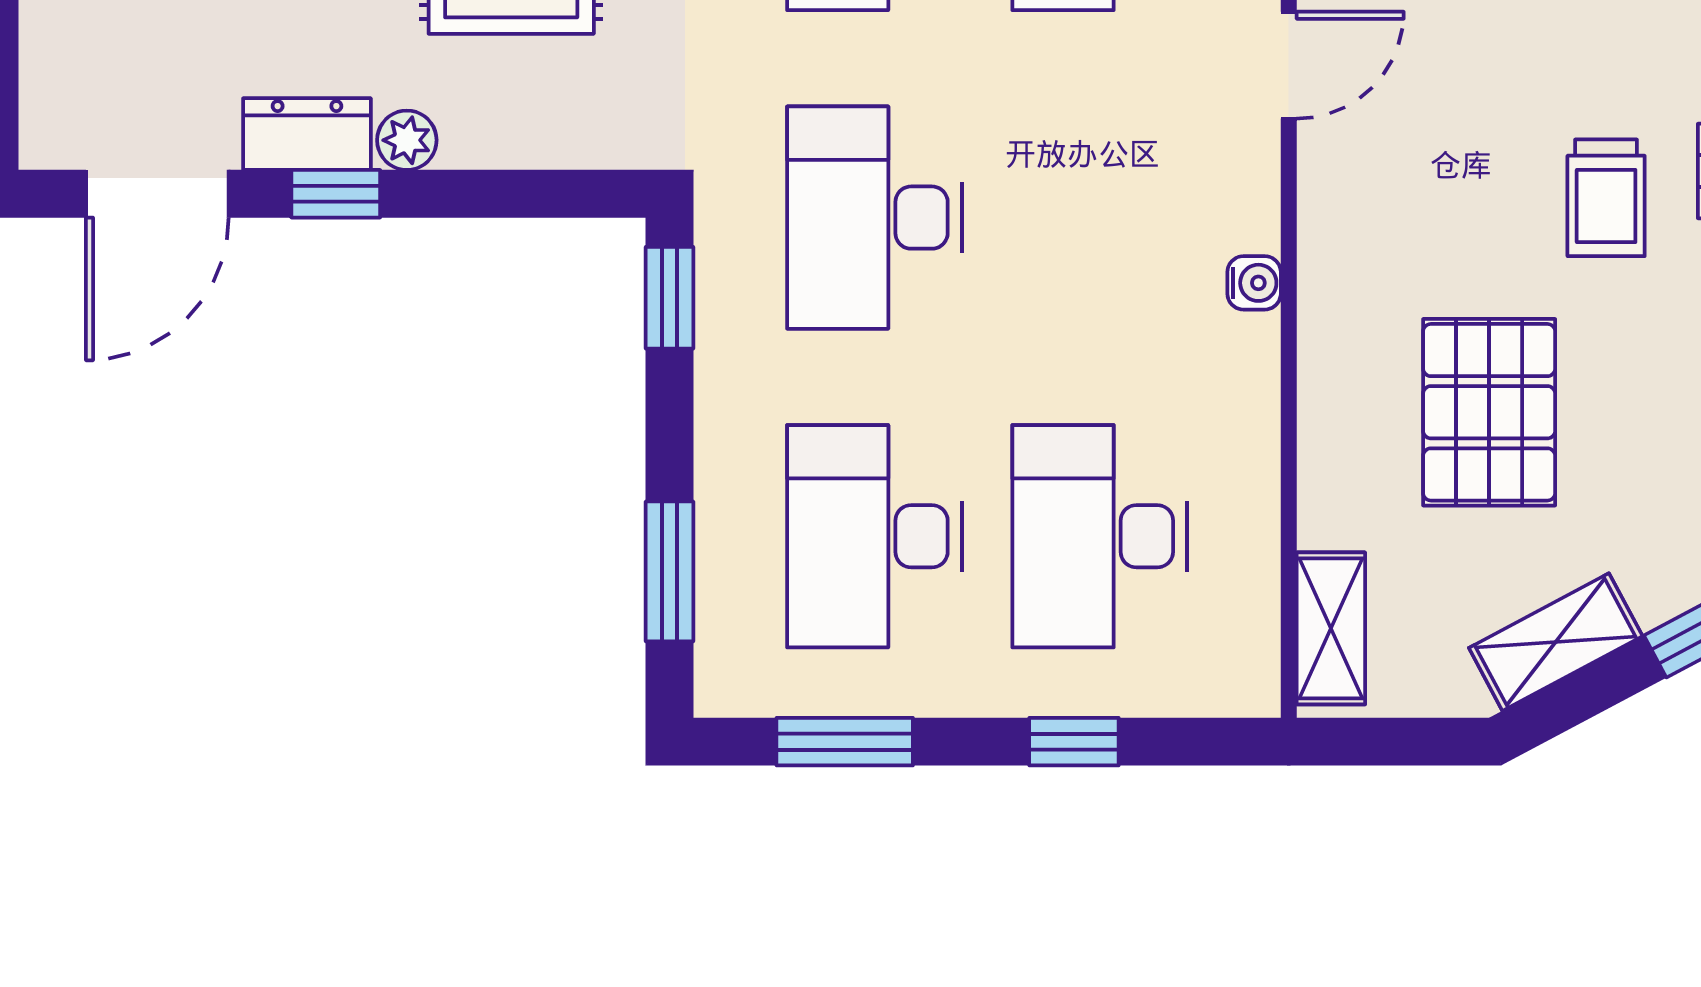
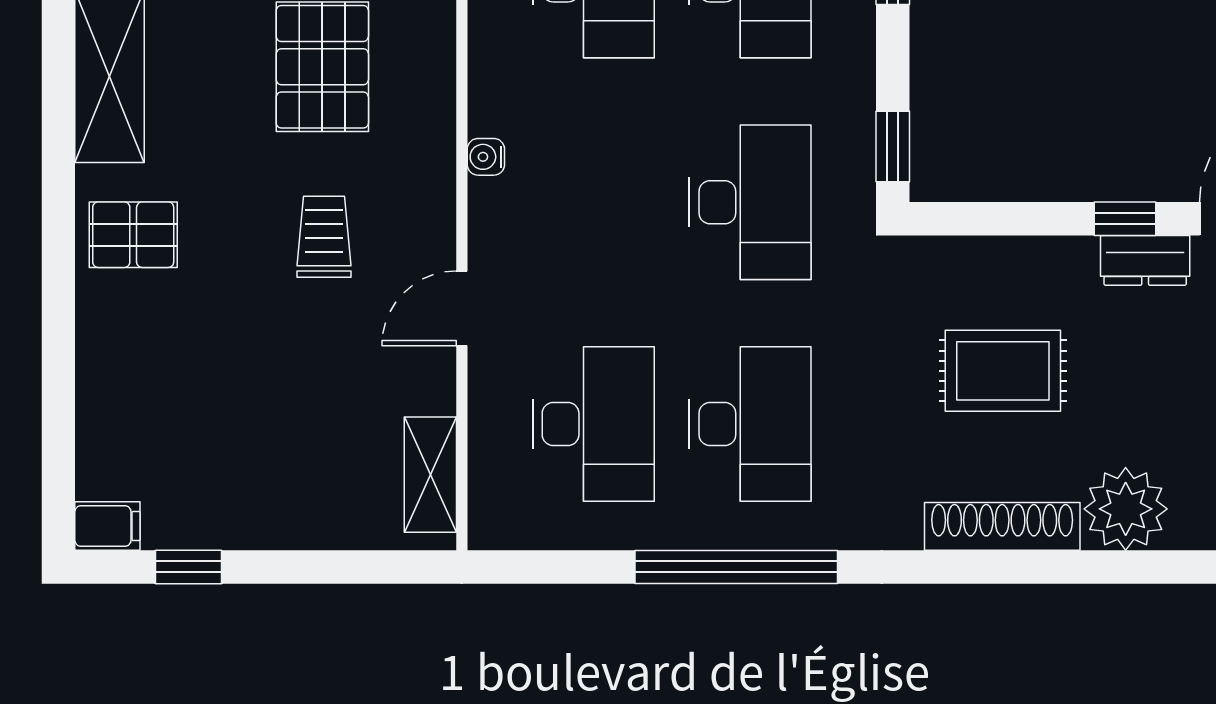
plant: (407, 140) -> (1076, 256), removed
trolley: (1606, 198) -> (324, 237), moved

